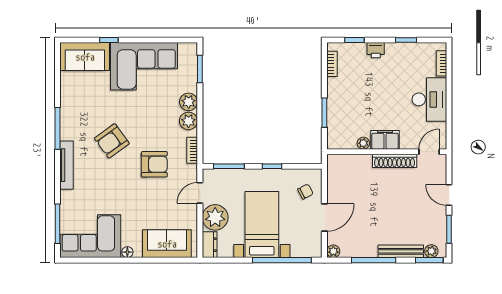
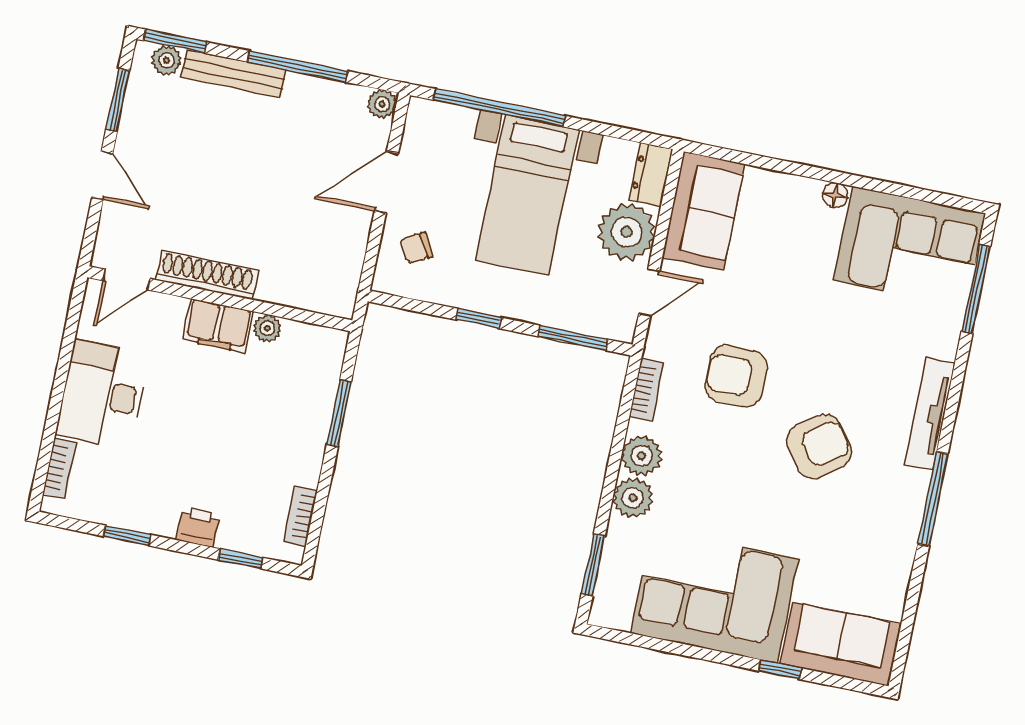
sofa: (167, 244) -> (703, 211), moved, turned -90

